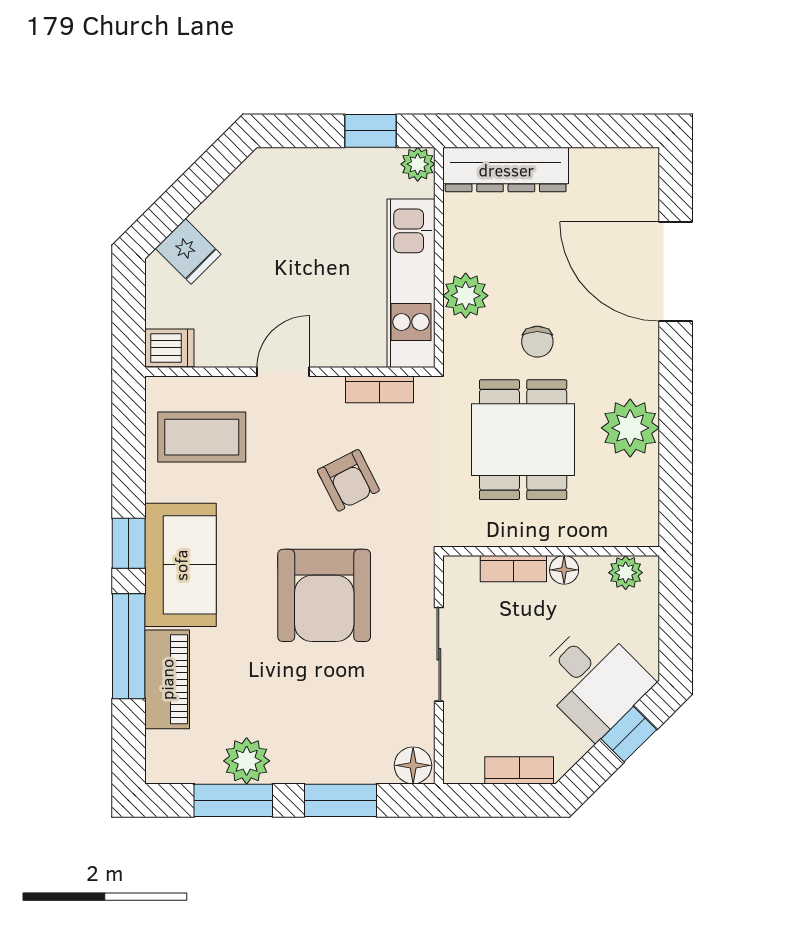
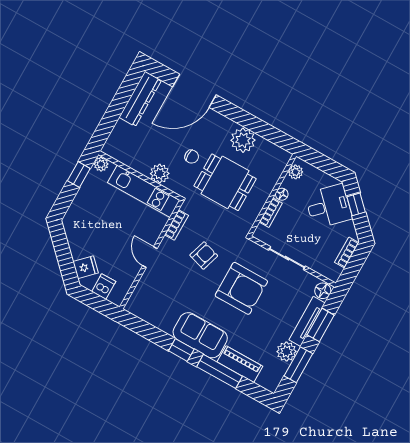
dresser: (506, 170) -> (140, 99), moved
dishwasher: (169, 348) -> (104, 287), moved
coffee table: (202, 437) -> (157, 301), removed
armchair: (348, 480) -> (204, 255), turned -46
tv unit: (332, 768) -> (307, 321), added

